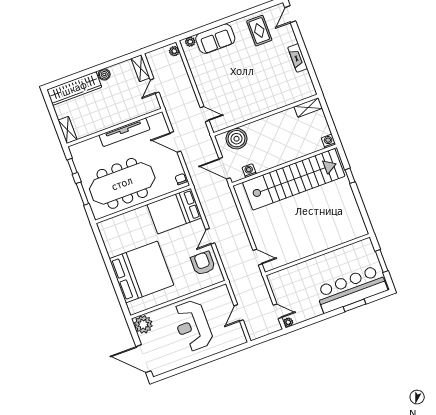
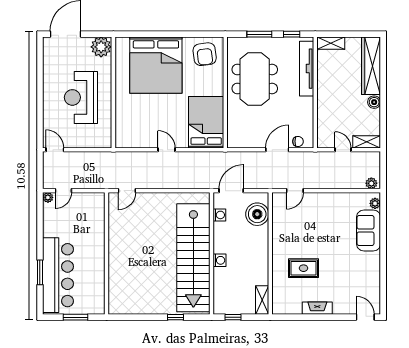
rug: (259, 31) -> (303, 268), moved
window: (332, 127) -> (233, 317), added
tv unit: (125, 132) -> (307, 69), moved
washing machine: (328, 141) -> (220, 260), moved
chair: (181, 179) -> (298, 141), moved
meeting table: (122, 183) -> (255, 79), width x0.73
armchair: (203, 263) -> (205, 54), moved, turned 83
door: (239, 313) -> (55, 150), moved
reception desk: (193, 326) -> (81, 97), turned -90

